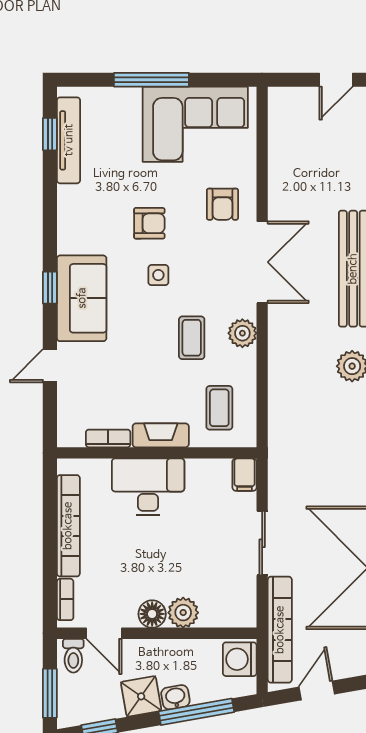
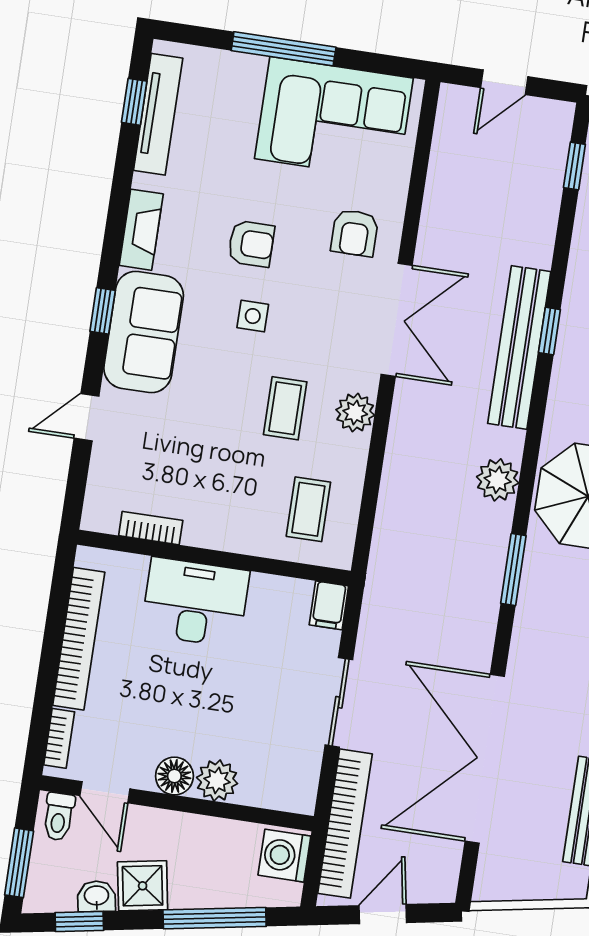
door: (336, 80) -> (504, 82), moved
fireplace: (161, 435) -> (141, 230), moved, turned 90
washbasin: (175, 697) -> (96, 896), moved

